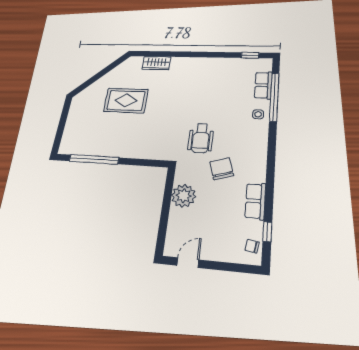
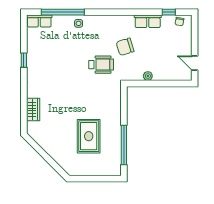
window: (250, 55) -> (24, 60), moved
row of seats: (263, 85) -> (39, 21), moved
rug: (126, 100) -> (89, 136), moved
plant: (184, 196) -> (148, 76), width x0.53, depth x0.53

